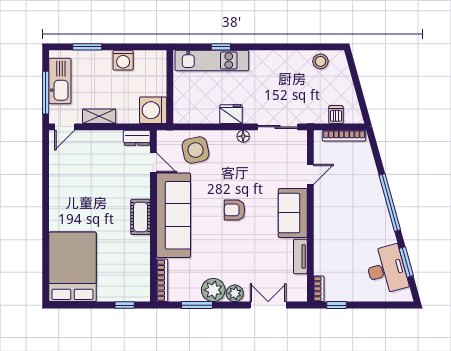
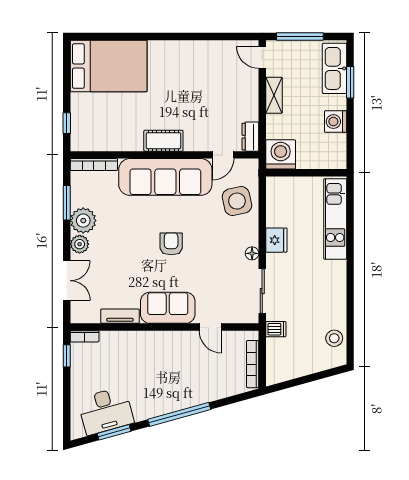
window: (221, 47) -> (350, 229), removed
kitchen sink: (60, 81) -> (334, 68), moved, turned 90
dishwasher: (336, 115) -> (276, 329), moved

